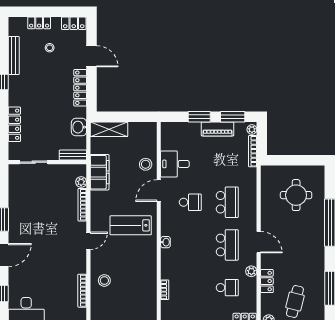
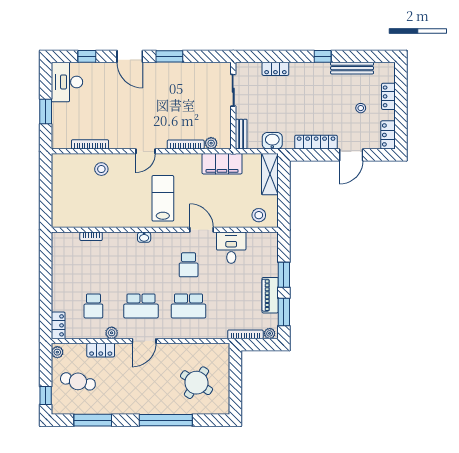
locker: (14, 124) -> (275, 69), width x0.66
stool: (146, 164) -> (259, 215), moved
round table: (296, 195) -> (196, 383), turned 33
door: (88, 241) -> (146, 151), hinge flipped

